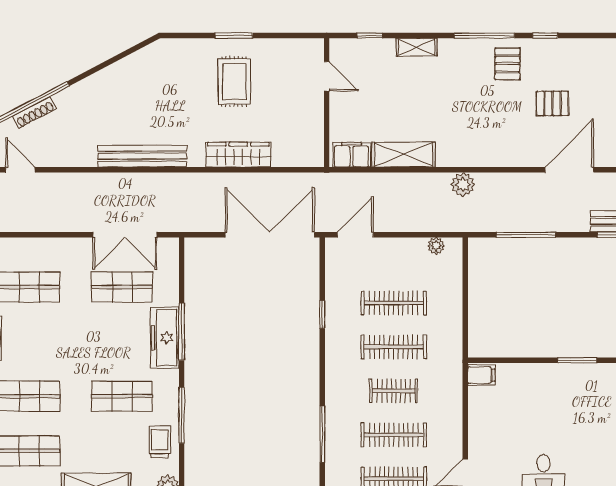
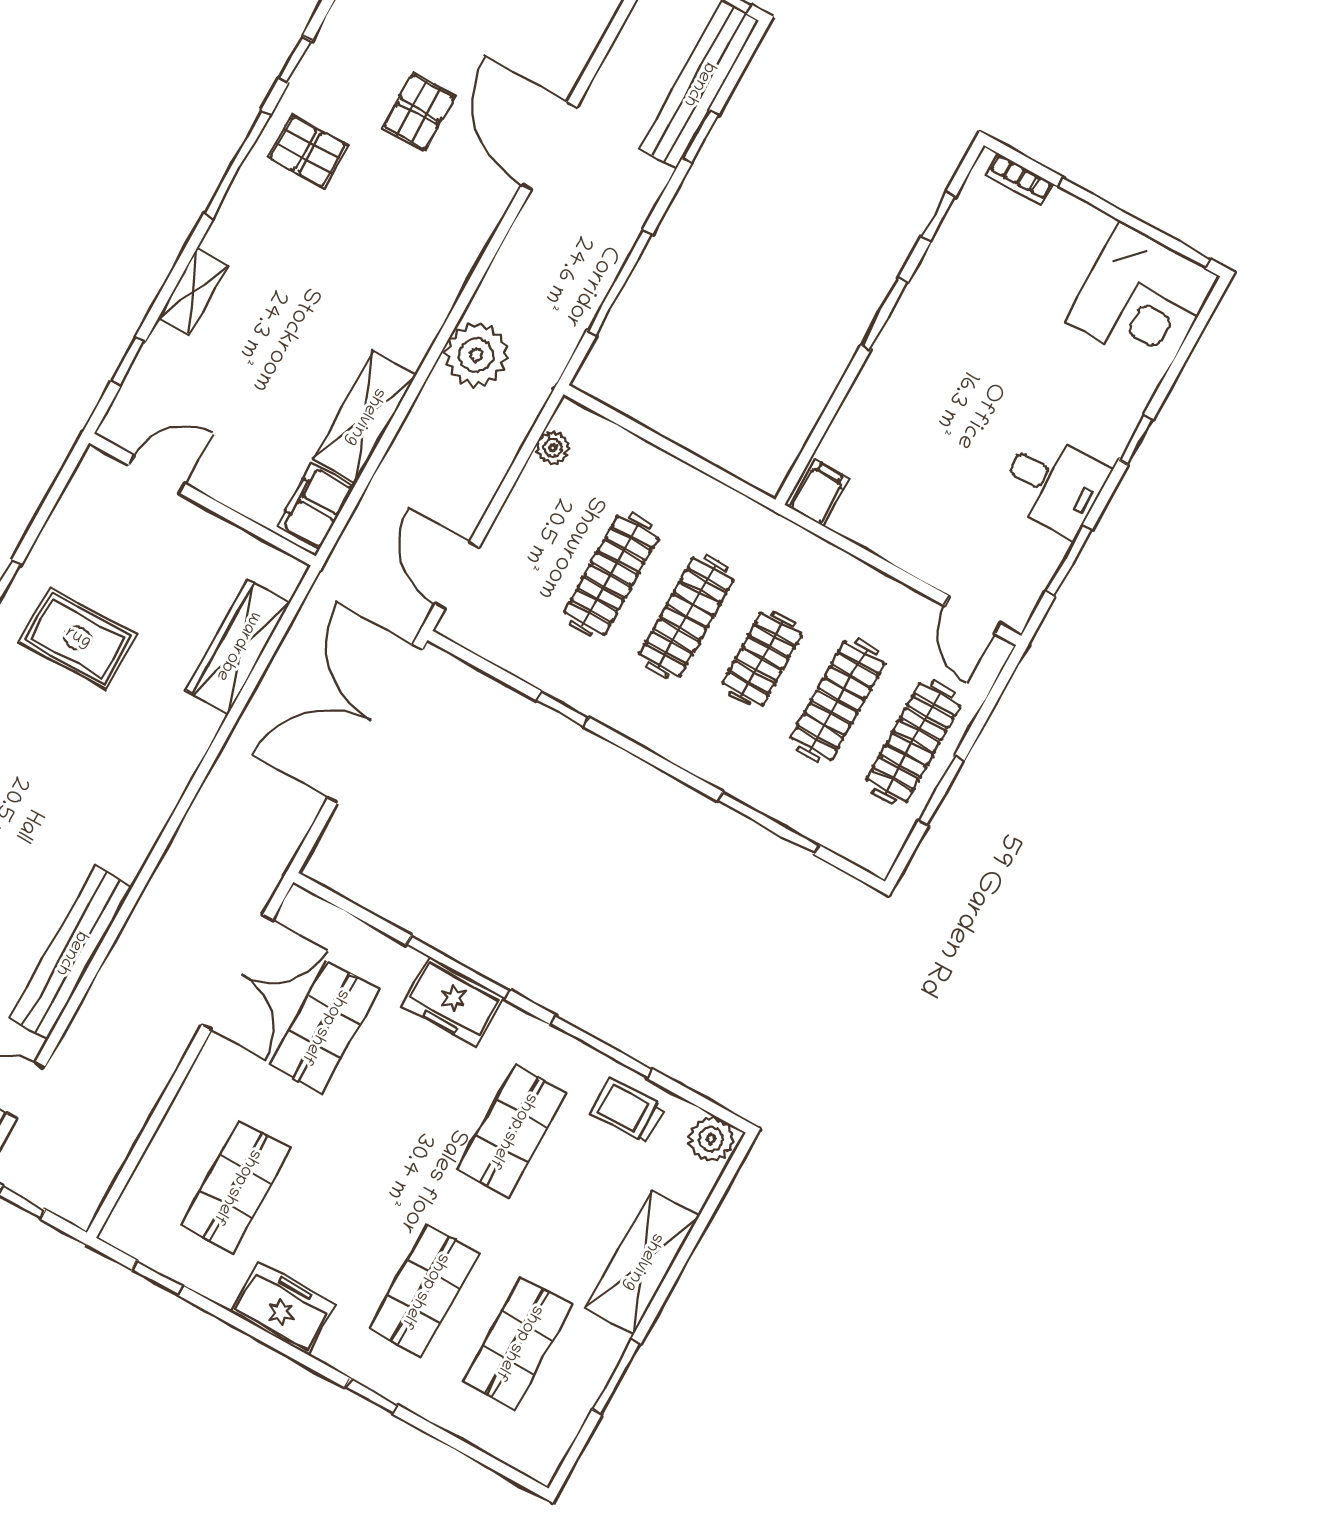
wardrobe: (238, 155) -> (238, 646), moved
bench: (142, 156) -> (71, 953), moved
plant: (463, 184) -> (476, 355), width x1.36, depth x1.36
freezer: (165, 338) -> (452, 1002), width x0.71

